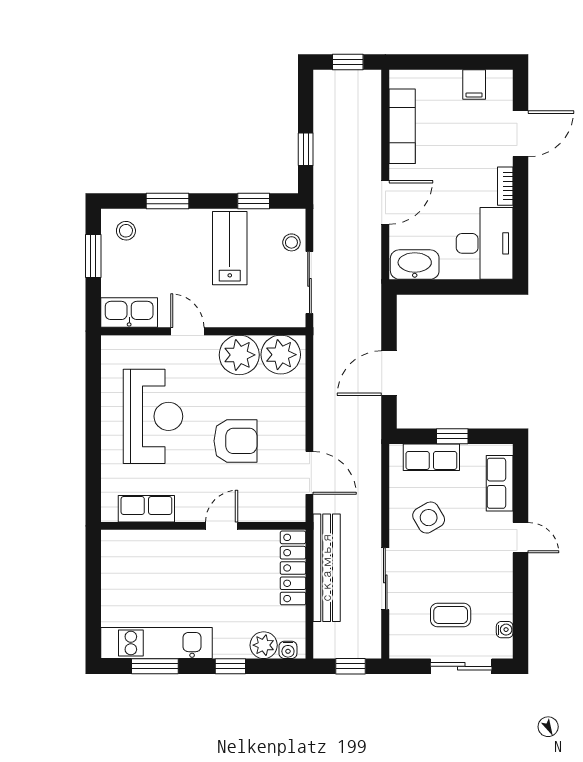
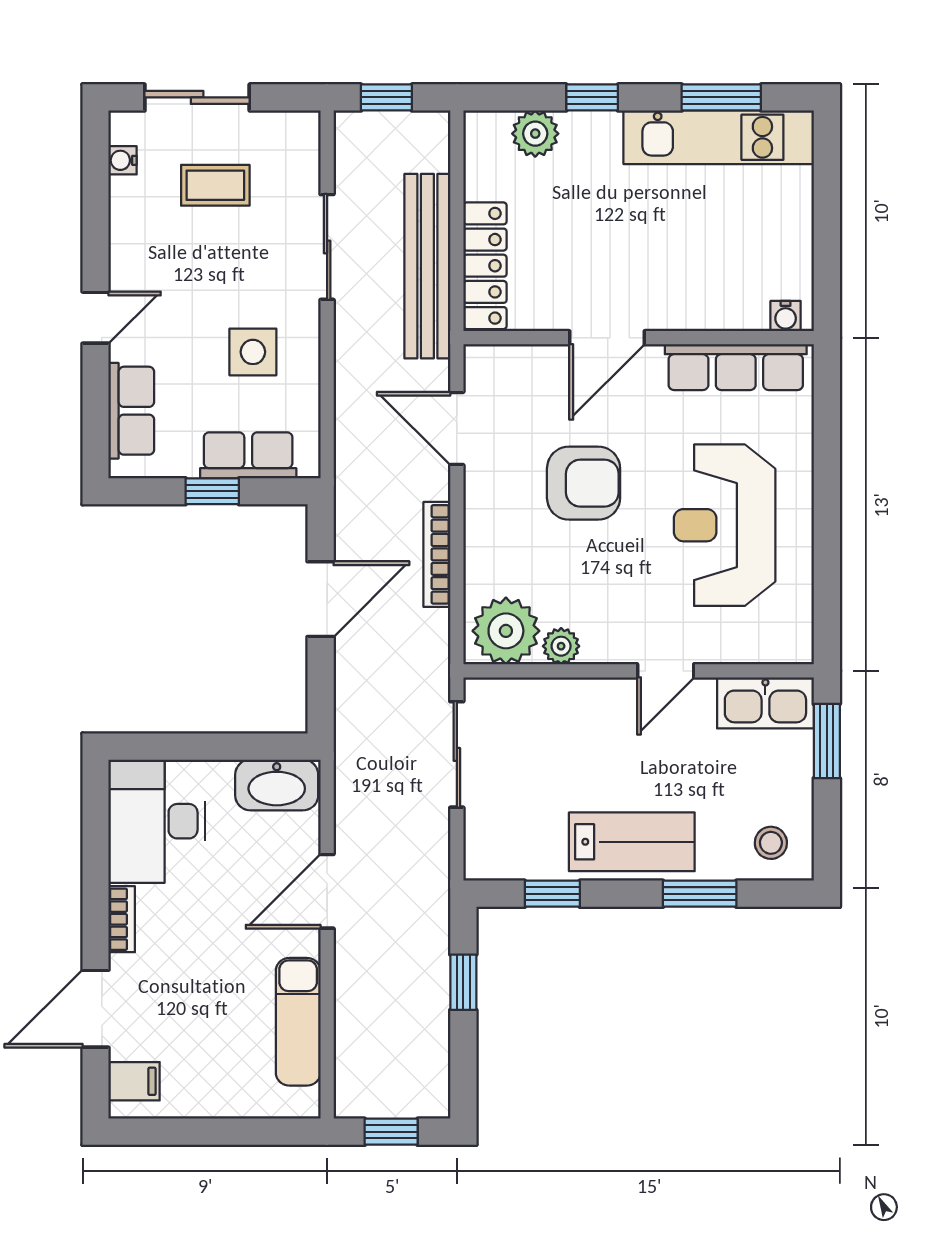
filing cabinet: (474, 84) -> (134, 1081), moved, turned 90
stool: (291, 242) -> (488, 823), removed
lab bench: (230, 248) -> (632, 842), moved, turned -90
window: (93, 256) -> (827, 741), moved
door: (187, 331) -> (666, 671), hinge flipped
plant: (239, 355) -> (561, 646), width x0.53, depth x0.53
bookcase: (321, 399) -> (437, 554), added
armchair: (235, 441) -> (584, 483), turned 180
row of seats: (146, 509) -> (736, 367), width x1.48
side table: (429, 518) -> (253, 352), turned 30
door: (222, 526) -> (607, 338), width x1.38
door: (521, 538) -> (96, 318), swing flipped
water cooler: (288, 650) -> (786, 316), moved, turned 180

